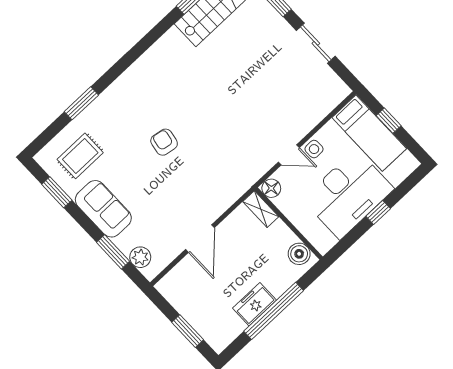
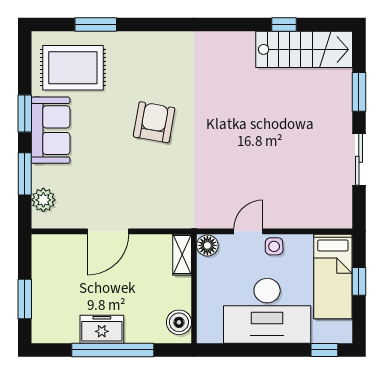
window: (81, 103) -> (96, 25), moved
armchair: (164, 142) -> (154, 122), width x1.38, depth x1.38
door: (289, 155) -> (248, 231), swing flipped
rug: (80, 156) -> (73, 68), width x1.36, depth x1.43
window: (57, 192) -> (25, 113), moved
window: (378, 212) -> (324, 350), moved

